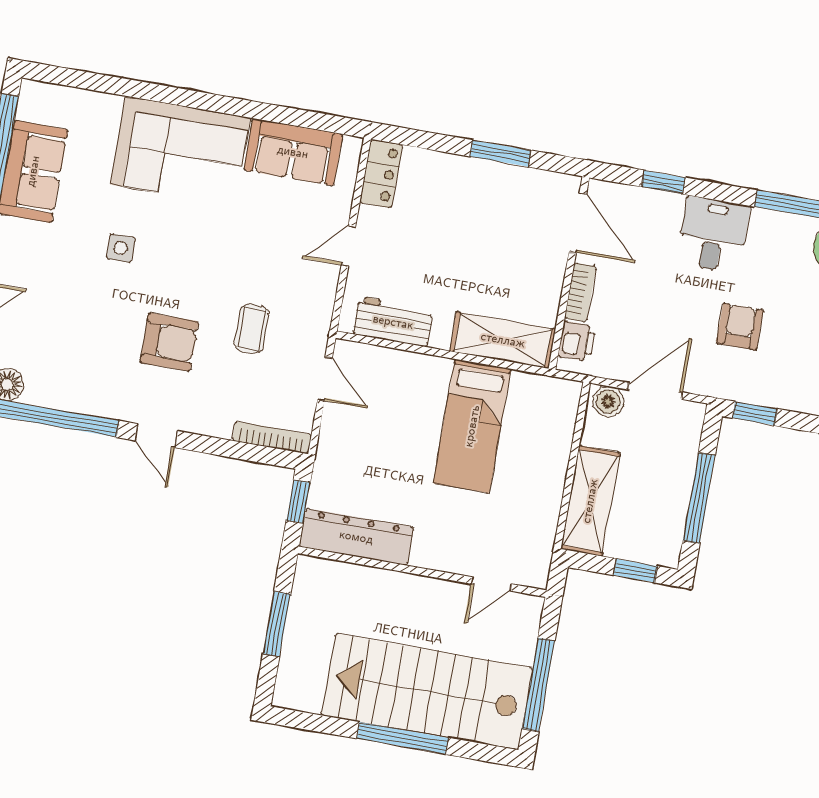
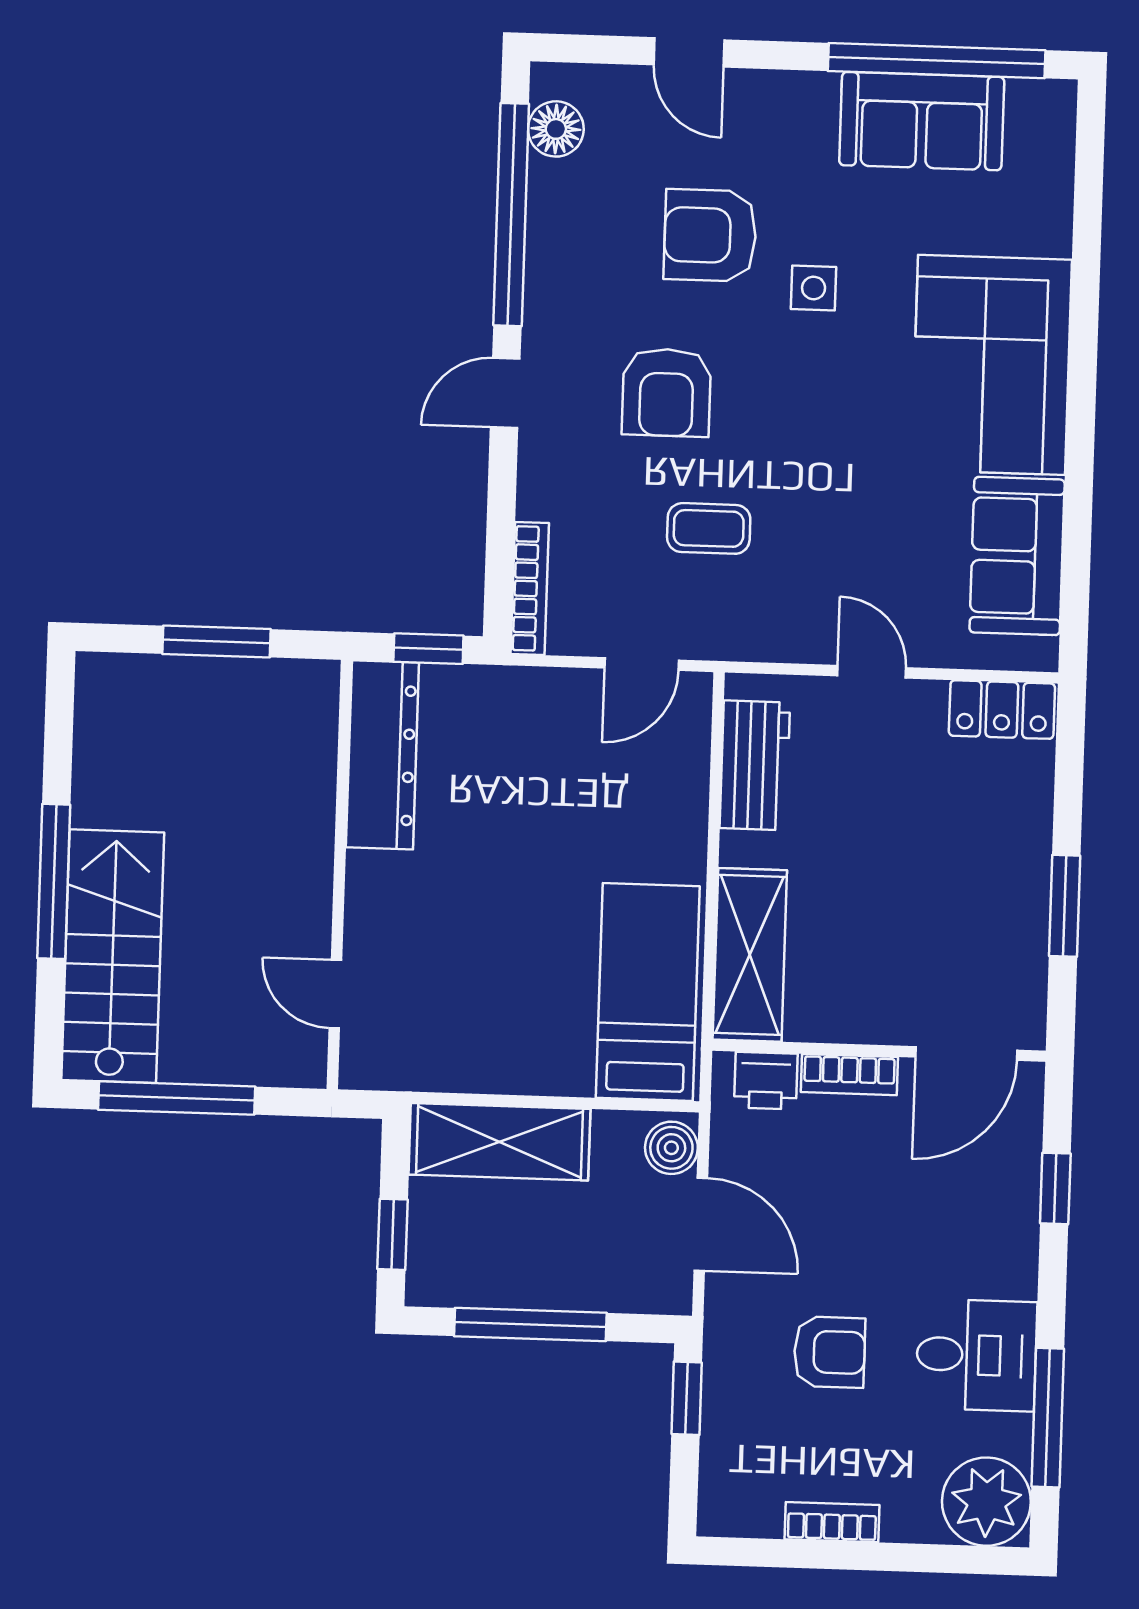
desk: (713, 235) -> (976, 1355), moved
armchair: (82, 304) -> (710, 235), added
bed: (472, 426) -> (648, 992), moved, turned 90
stairs: (427, 692) -> (113, 956), width x0.73, depth x0.66

